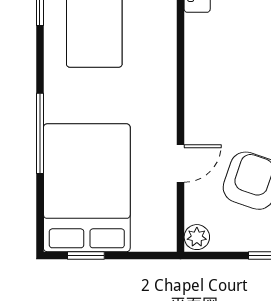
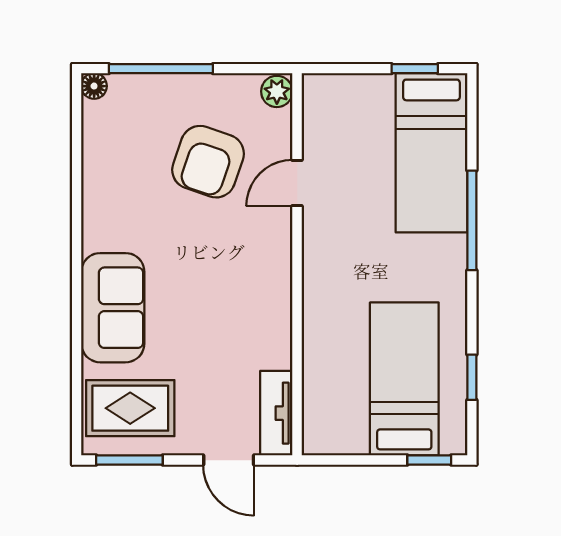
bed: (87, 188) -> (431, 153), width x0.67

